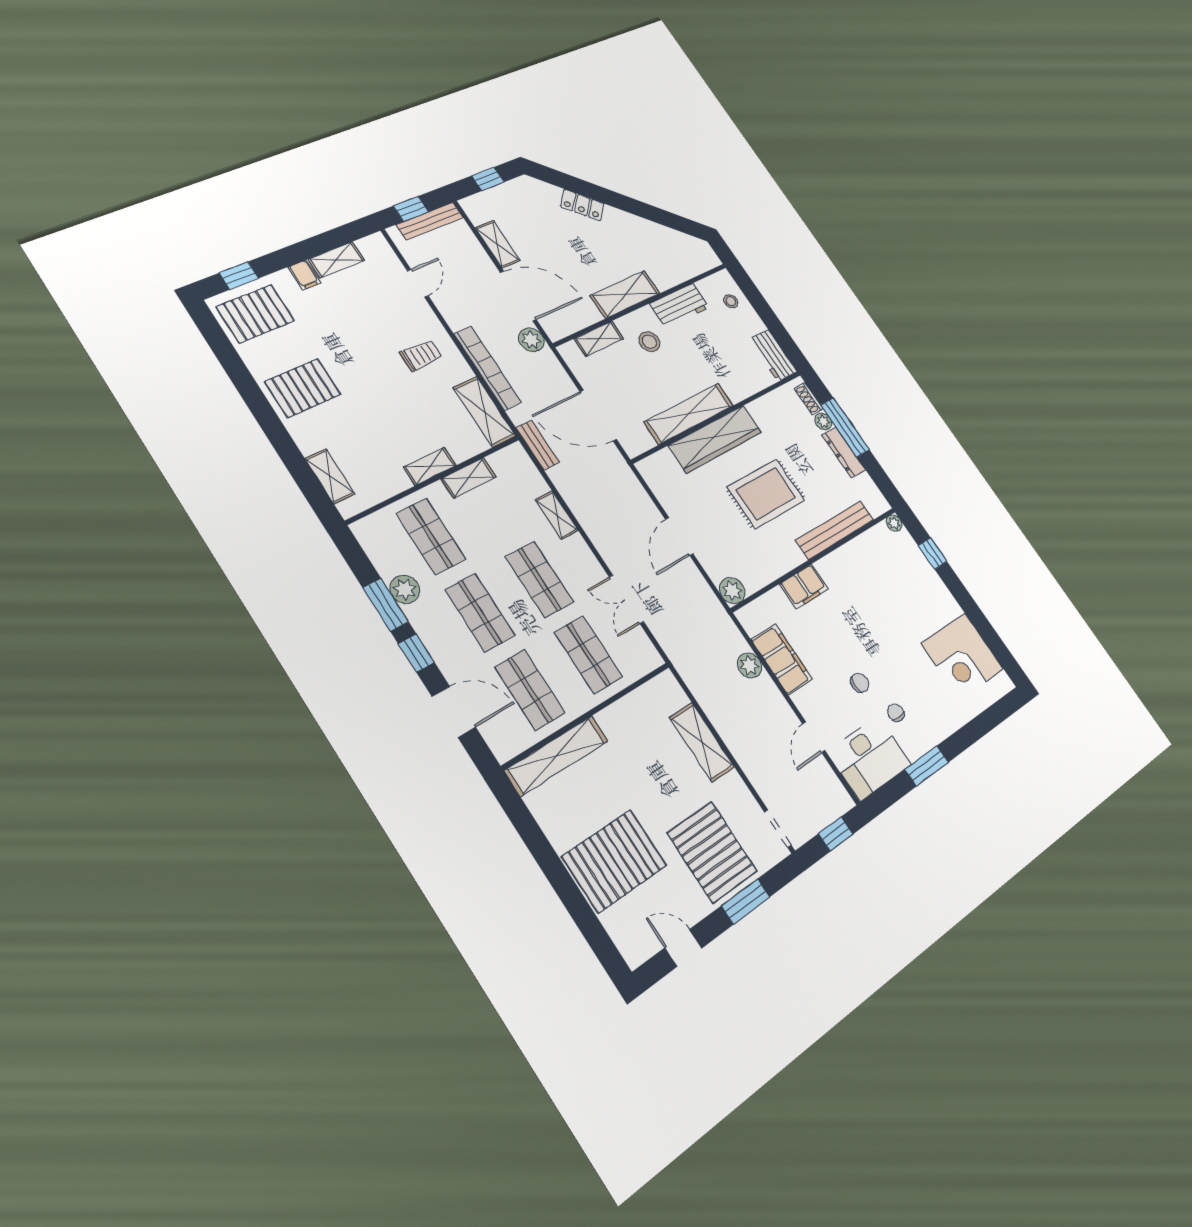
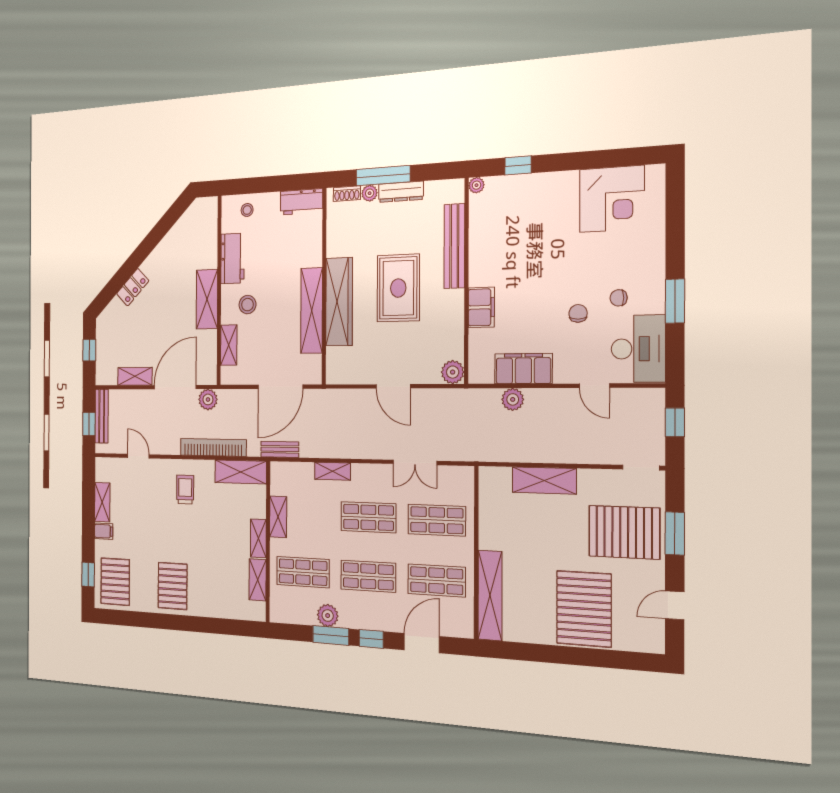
shelving: (330, 476) -> (258, 580), moved, turned 90

